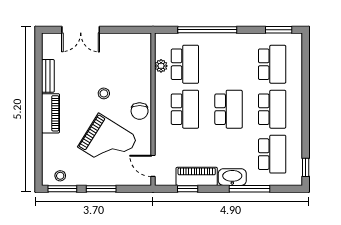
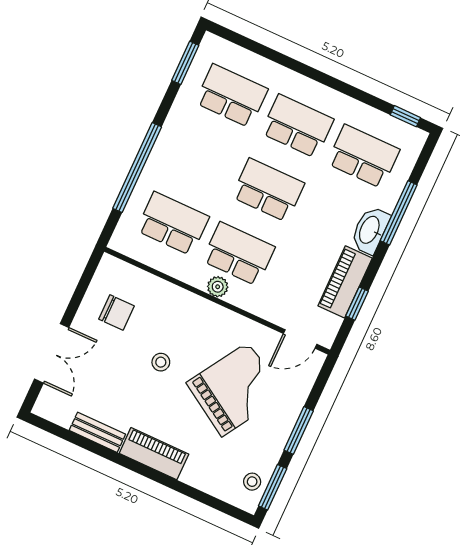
plant: (161, 66) -> (218, 287), moved
chair: (140, 111) -> (116, 312), moved

